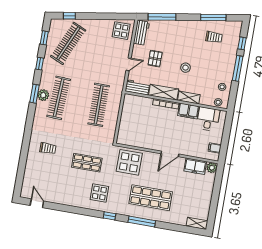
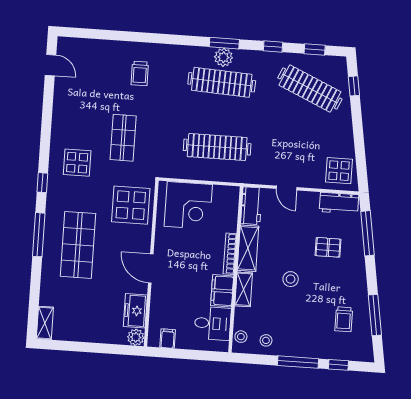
pallet: (155, 59) -> (328, 247), moved
corner desk: (133, 127) -> (188, 205), added
door: (37, 203) -> (51, 65), hinge flipped

